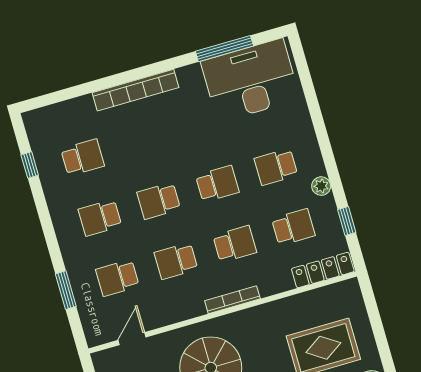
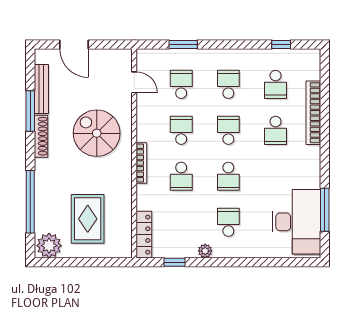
bookcase: (135, 90) -> (313, 113), moved
school desk: (293, 227) -> (276, 130), moved

